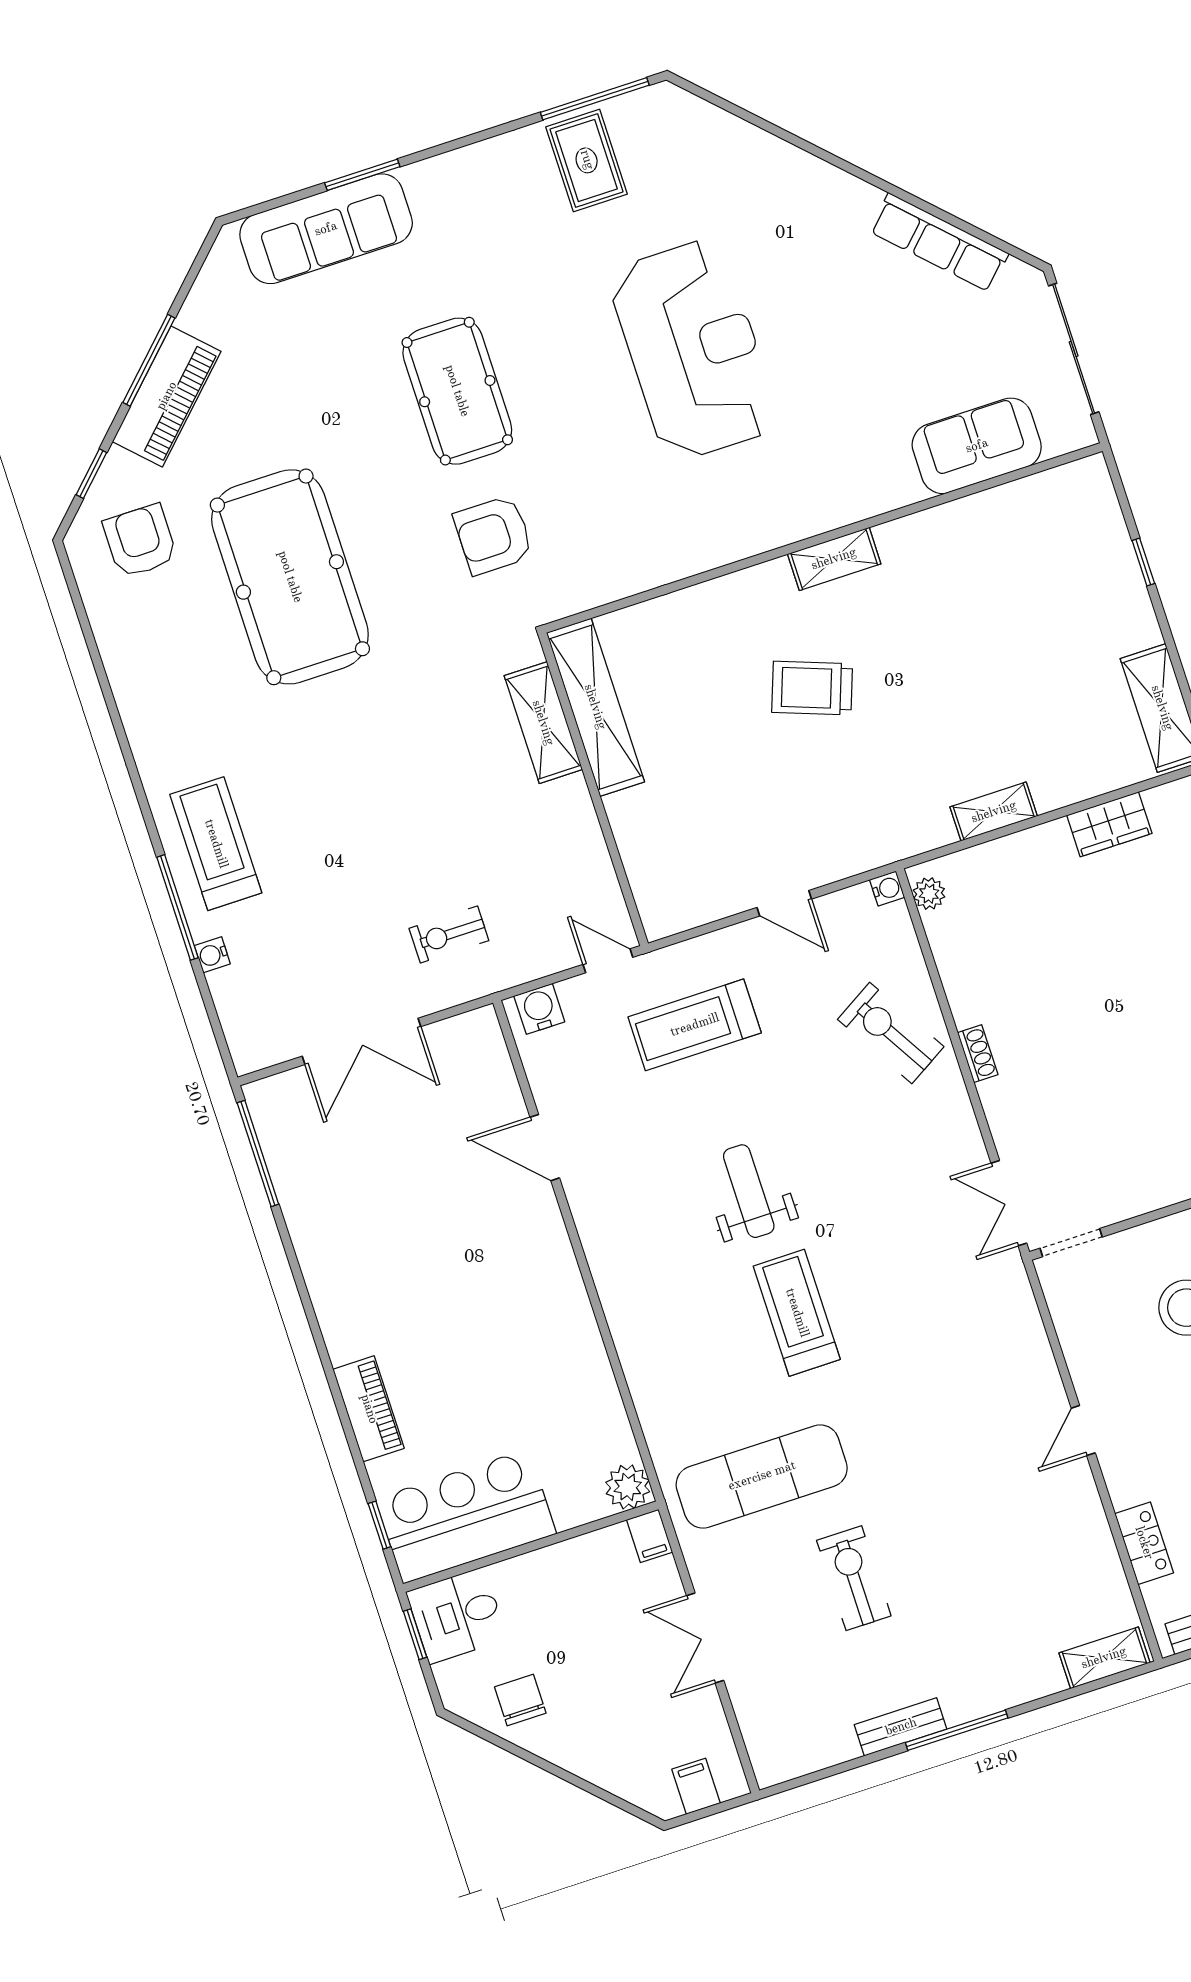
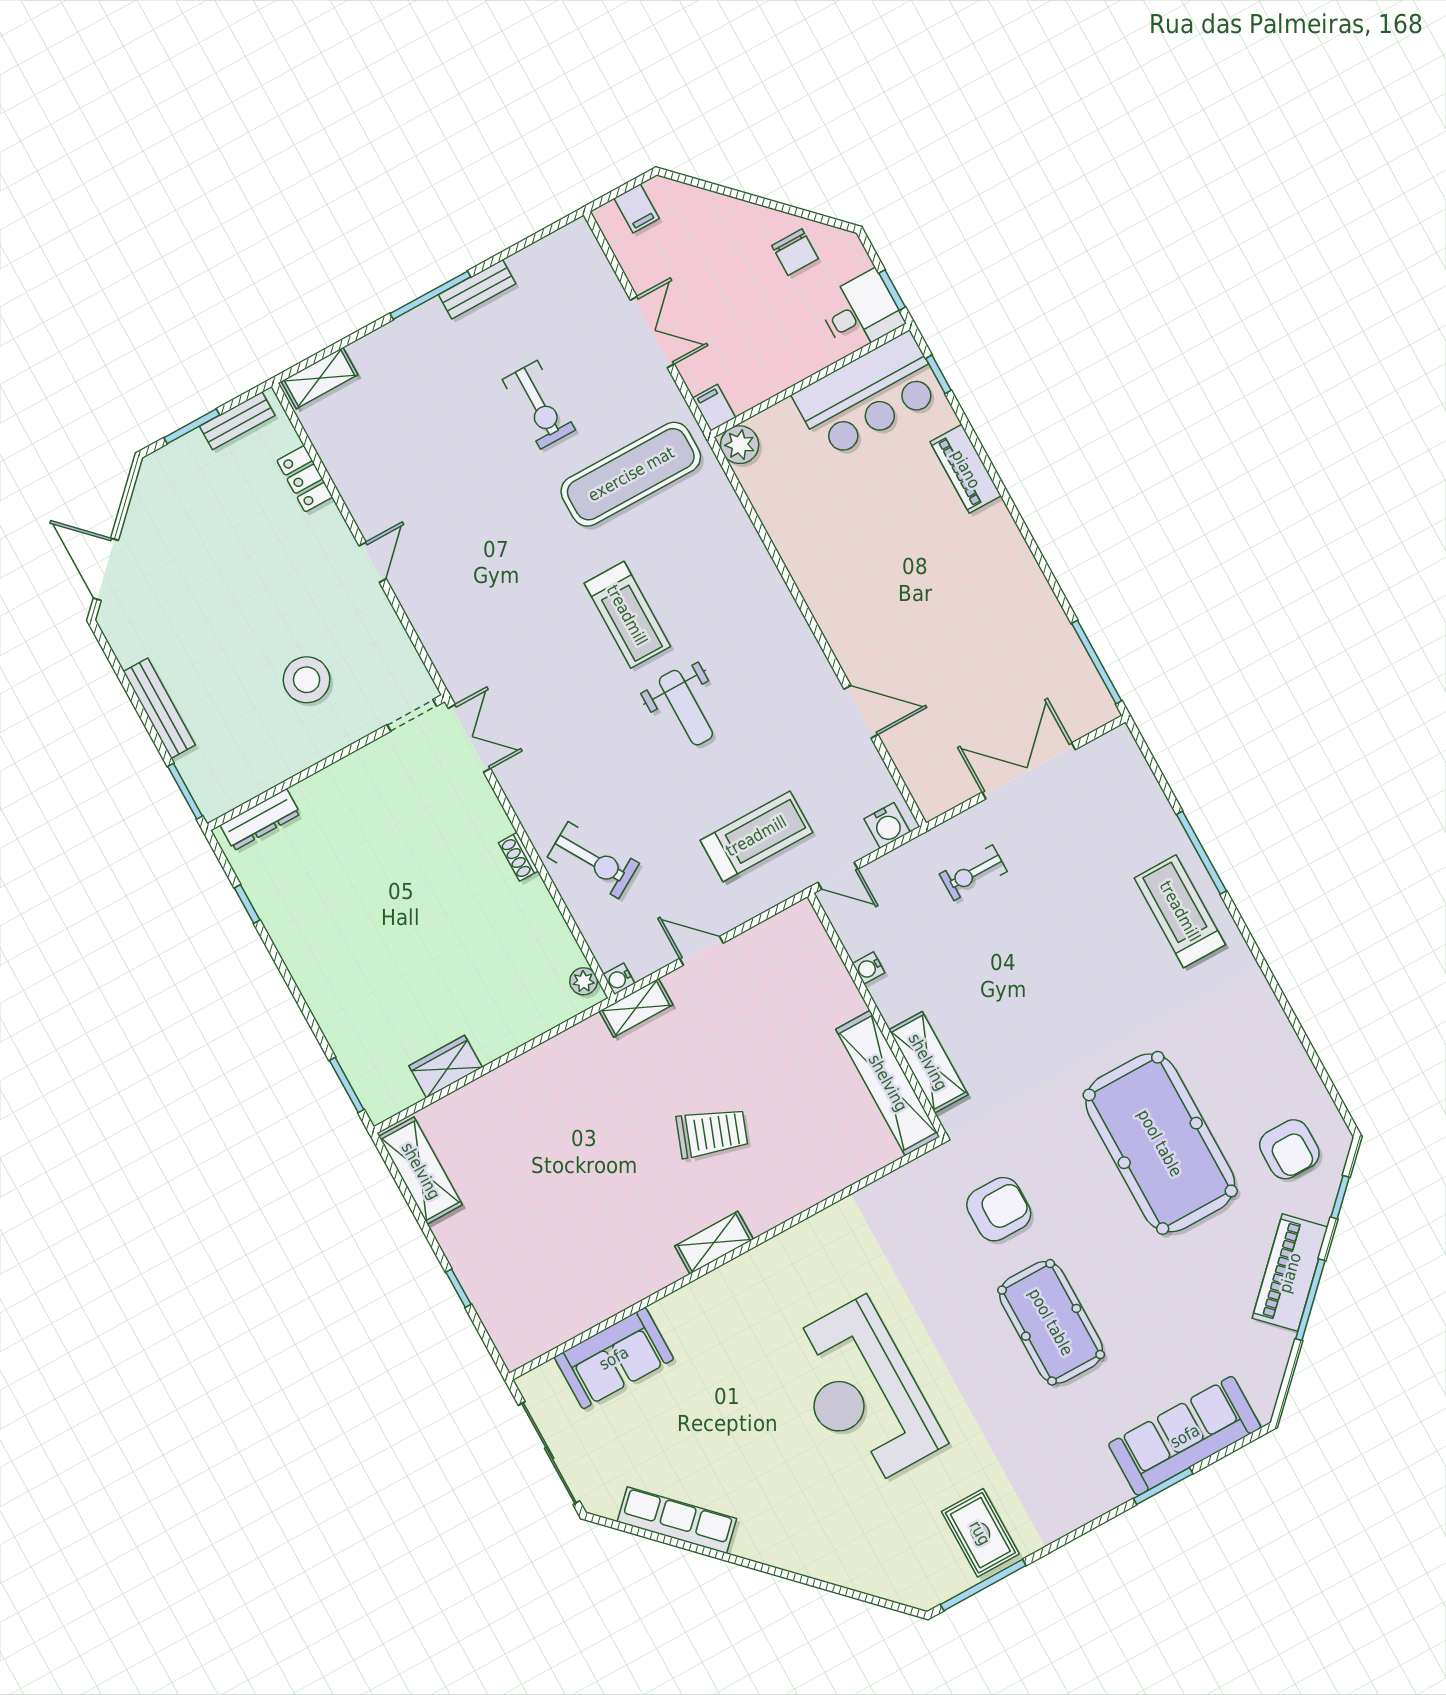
shelving: (994, 812) -> (636, 1008), moved
treadmill: (216, 844) -> (1180, 911), turned 180
exercise bike: (449, 934) -> (973, 873), turned 180
water cooler: (212, 955) -> (869, 968), moved, turned 180

